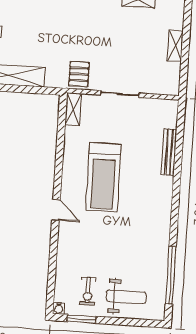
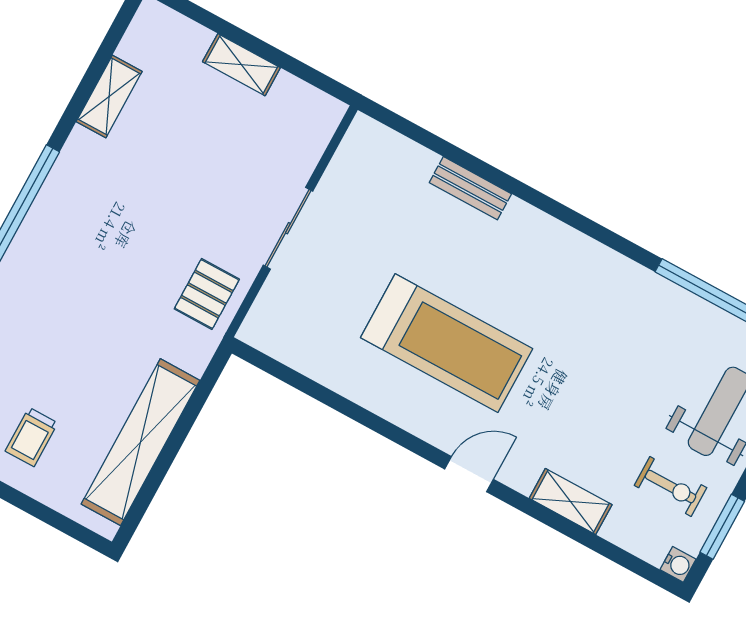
pallet: (79, 74) -> (207, 294), turned 90
shelving: (73, 109) -> (571, 502), moved
bench: (169, 152) -> (470, 188), width x0.73

